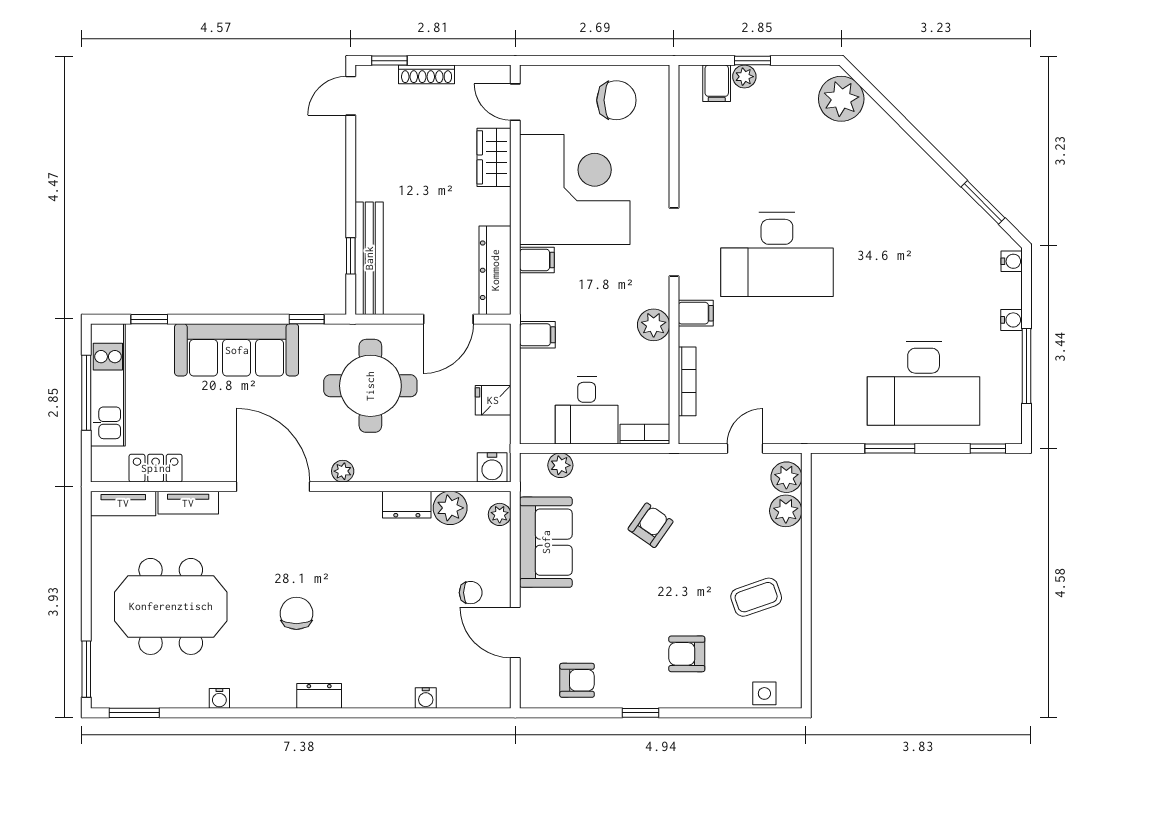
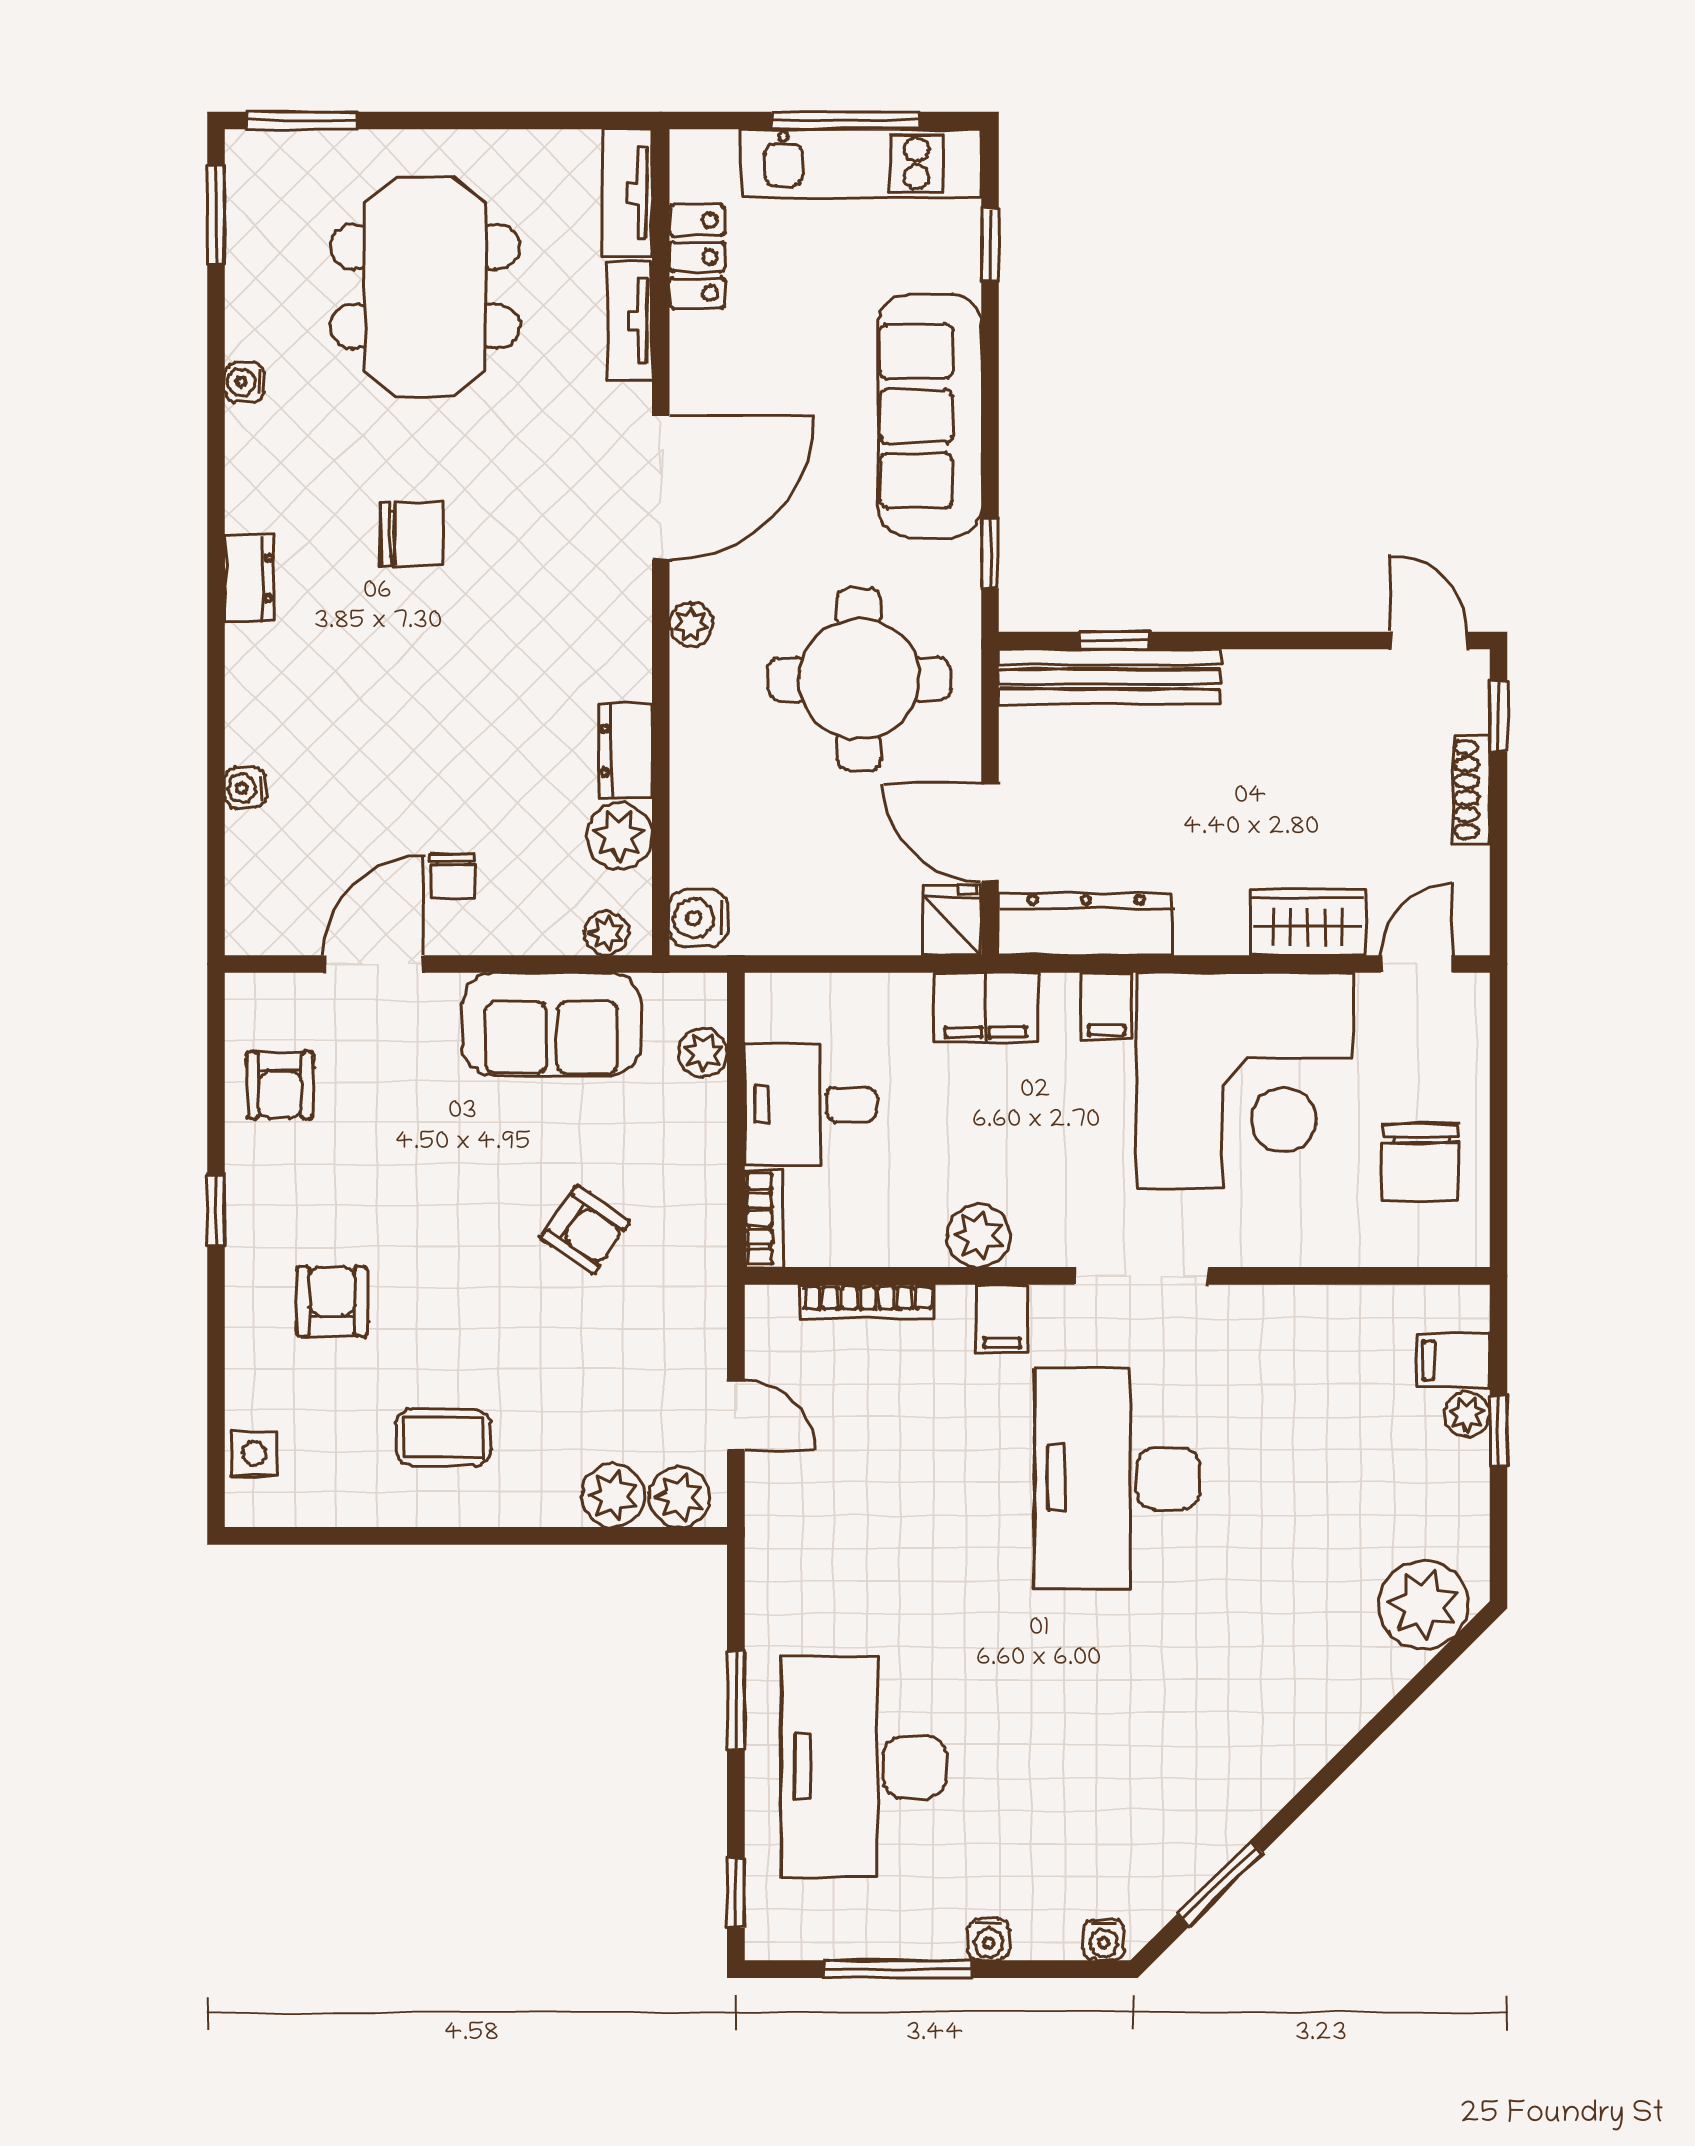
filing cabinet: (537, 335) -> (985, 1007), width x2.00
fridge: (493, 400) -> (952, 920), moved
coffee table: (756, 597) -> (443, 1437), turned -71

